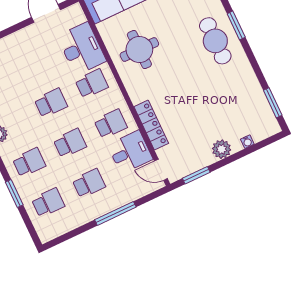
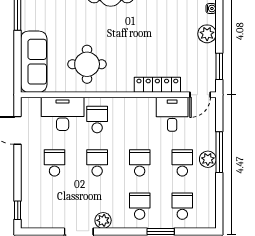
school desk: (111, 124) -> (55, 163), moved
plant: (104, 206) -> (208, 159), added

